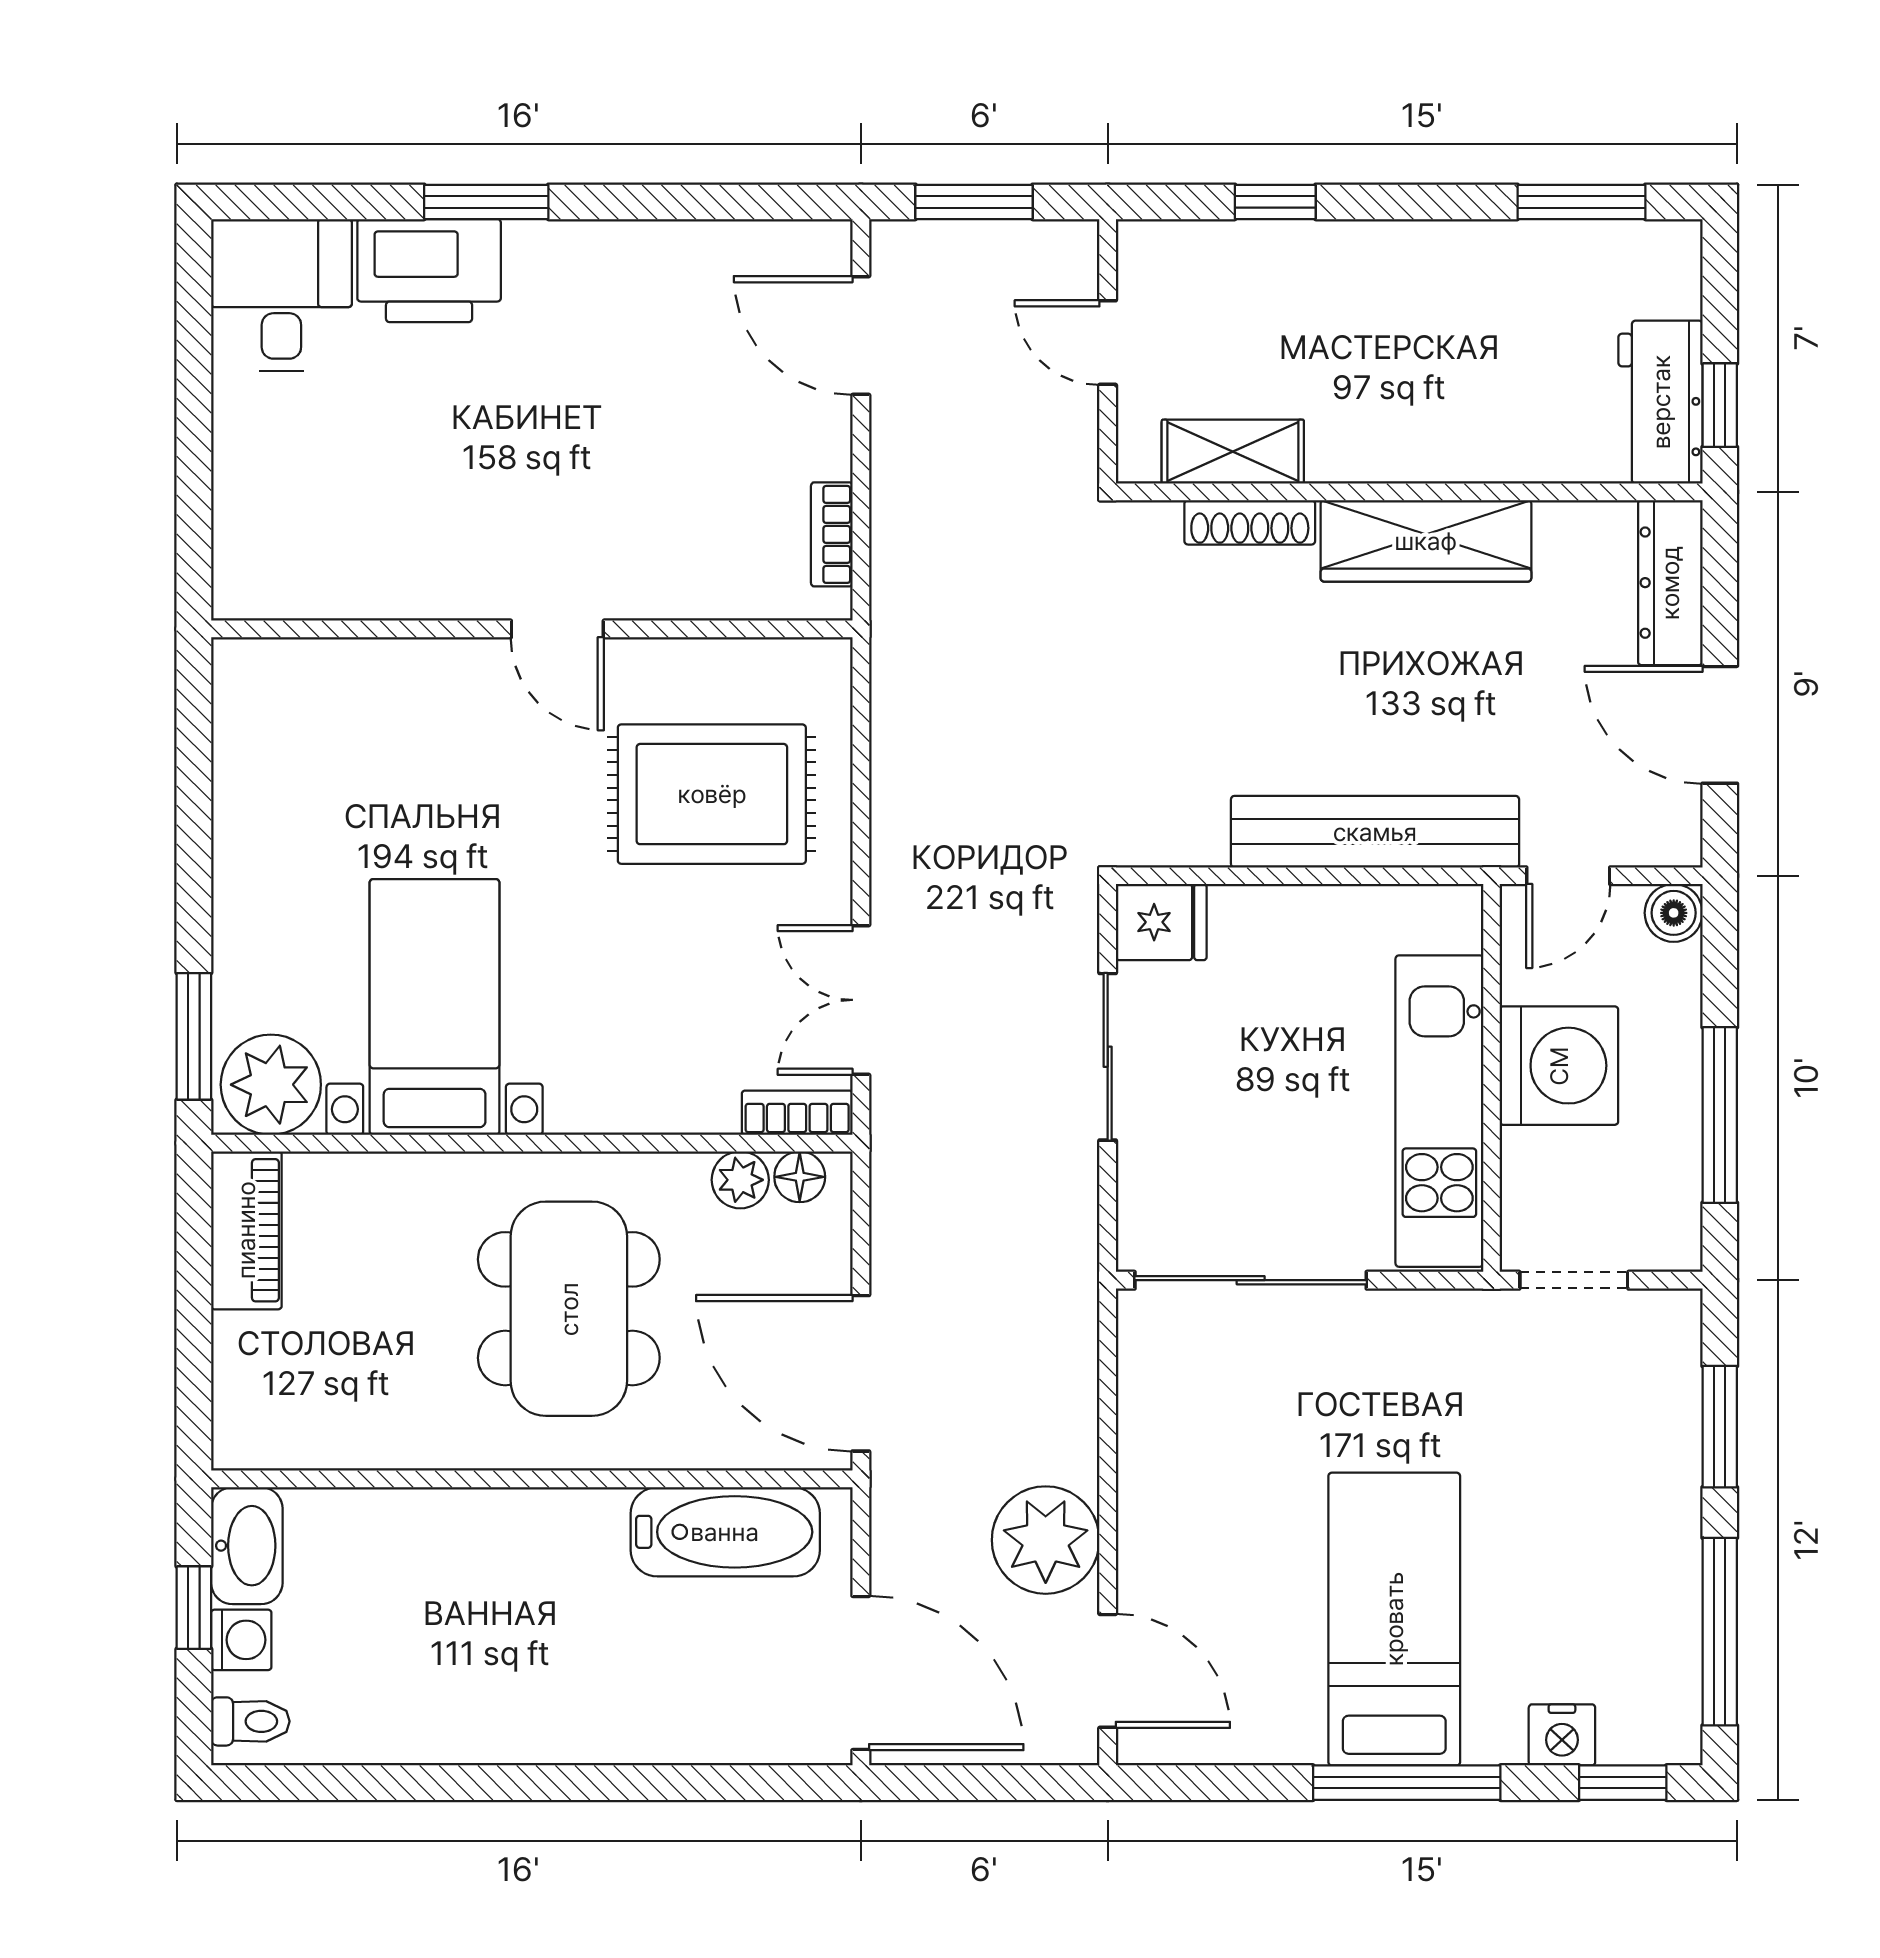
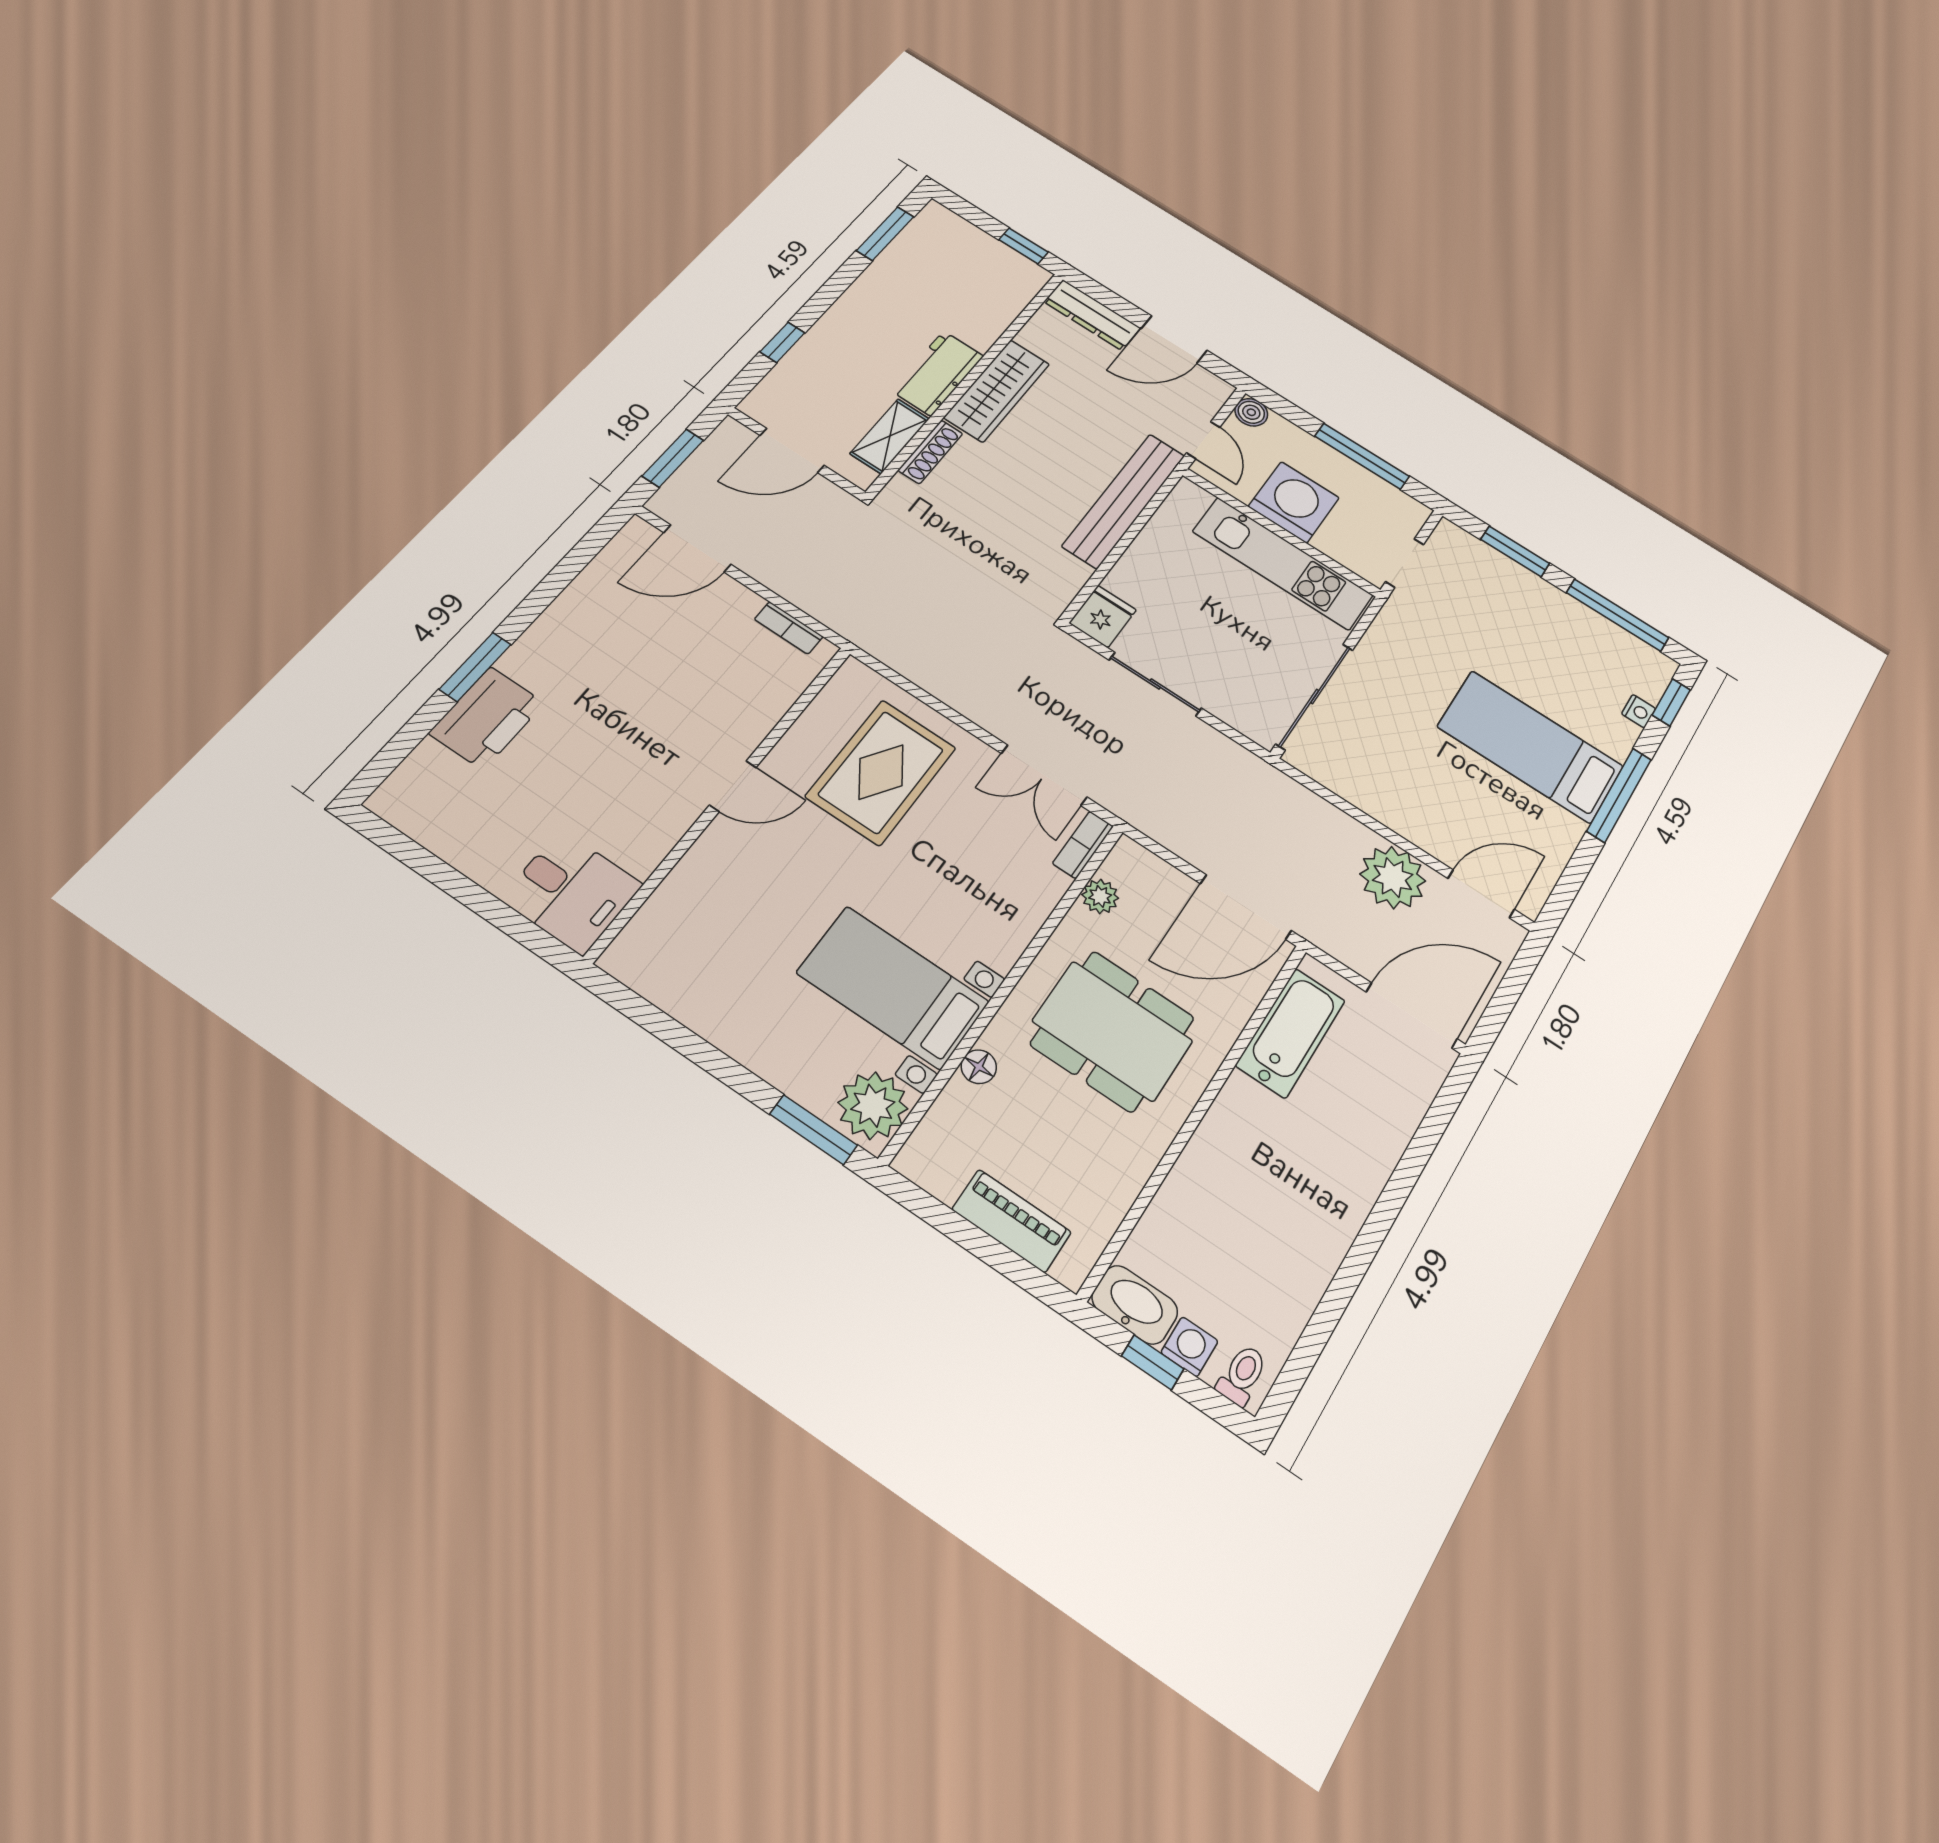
desk: (281, 295) -> (572, 892), moved, turned 180
door: (1108, 343) -> (792, 450), width x1.37
workbench: (1661, 402) -> (937, 373), moved, turned 90
floor lamp: (800, 1177) -> (979, 1067), moved
piano: (246, 1230) -> (1012, 1221), moved
nightstand: (1562, 1735) -> (1639, 711), width x0.72, depth x0.74

